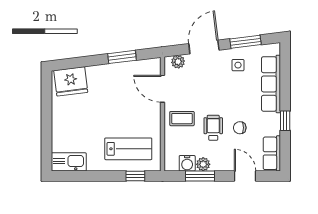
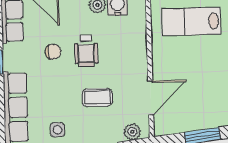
door: (163, 89) -> (151, 98), hinge flipped
coffee table: (182, 119) -> (97, 97), moved

